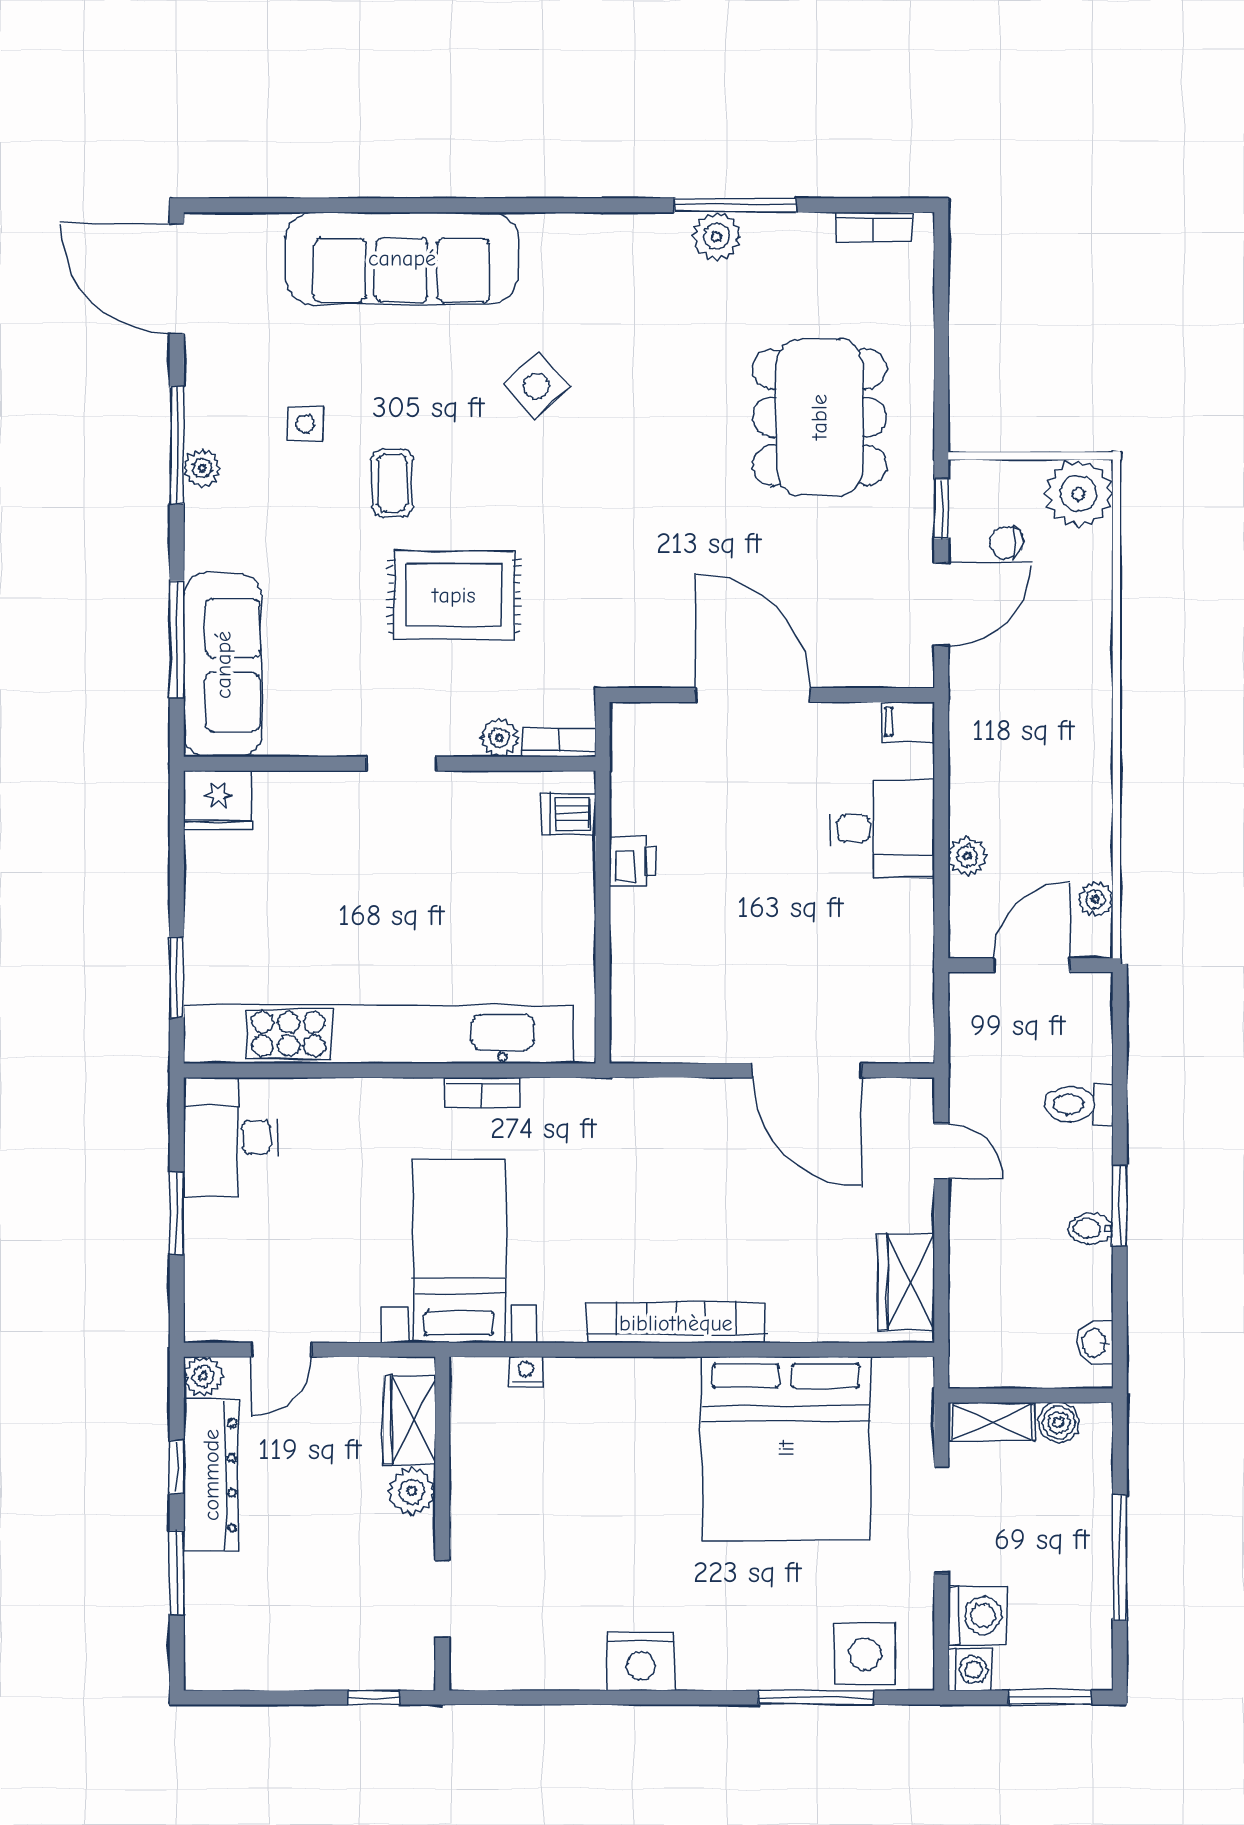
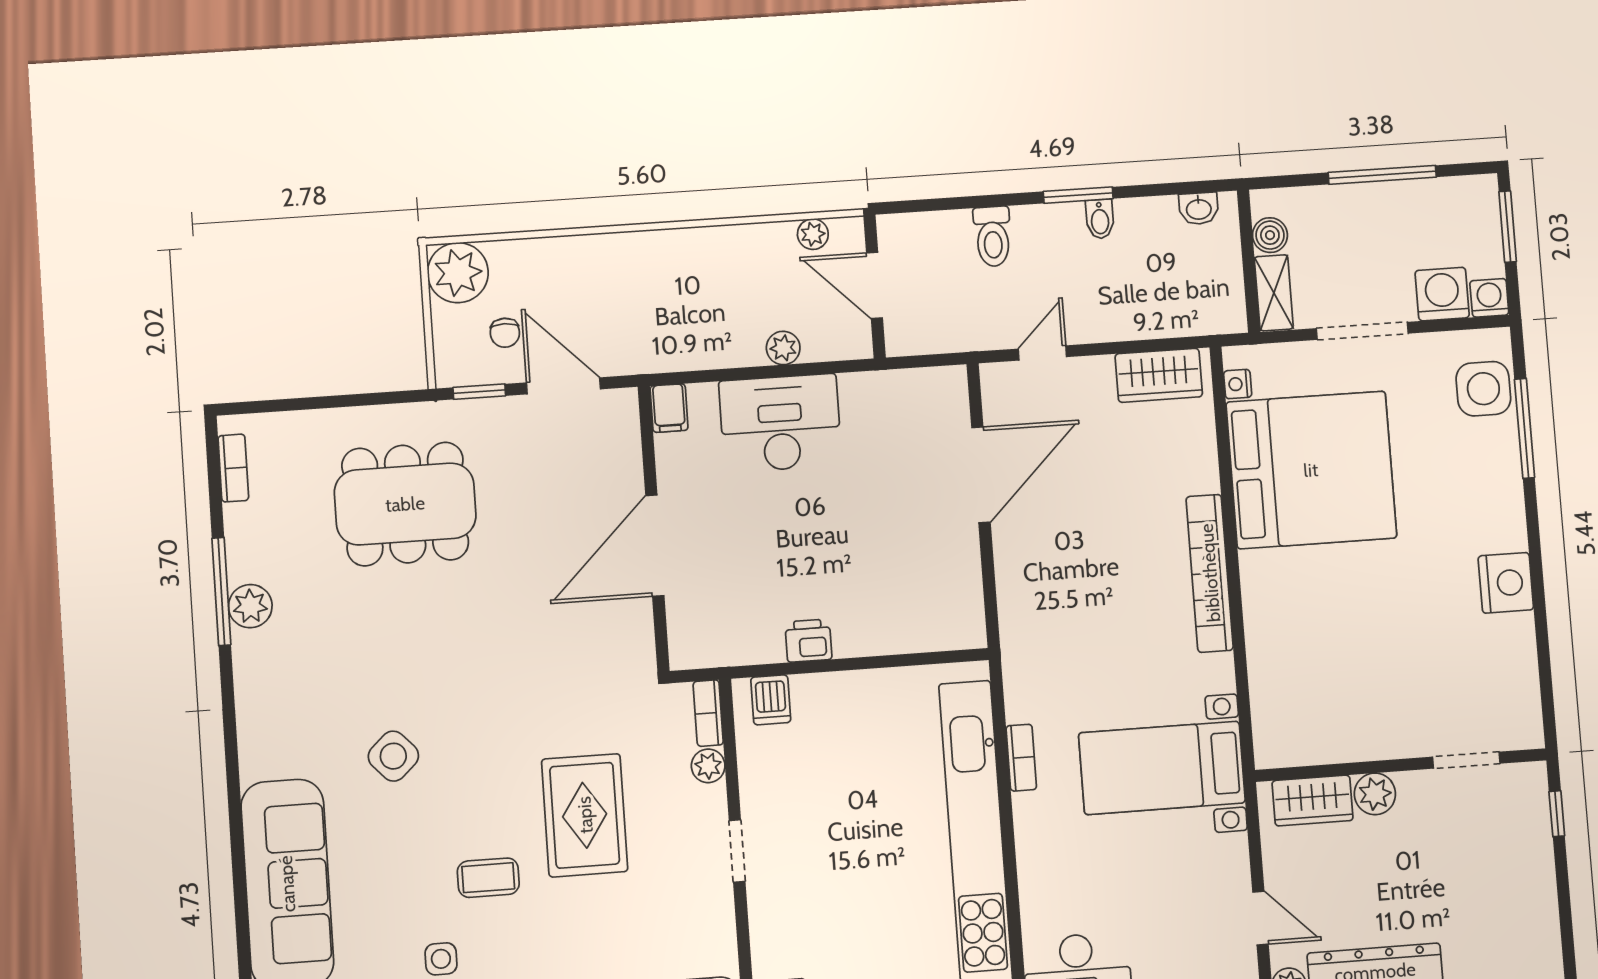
desk: (882, 829) -> (780, 423), width x1.37
nightstand: (526, 1372) -> (1238, 384), moved

